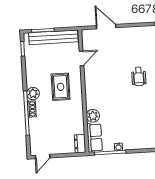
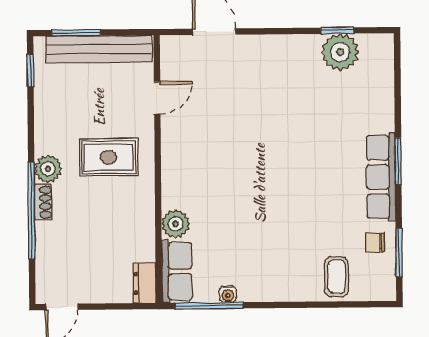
wheelchair: (139, 76) -> (280, 143), removed
rug: (61, 87) -> (109, 157), turned 90

